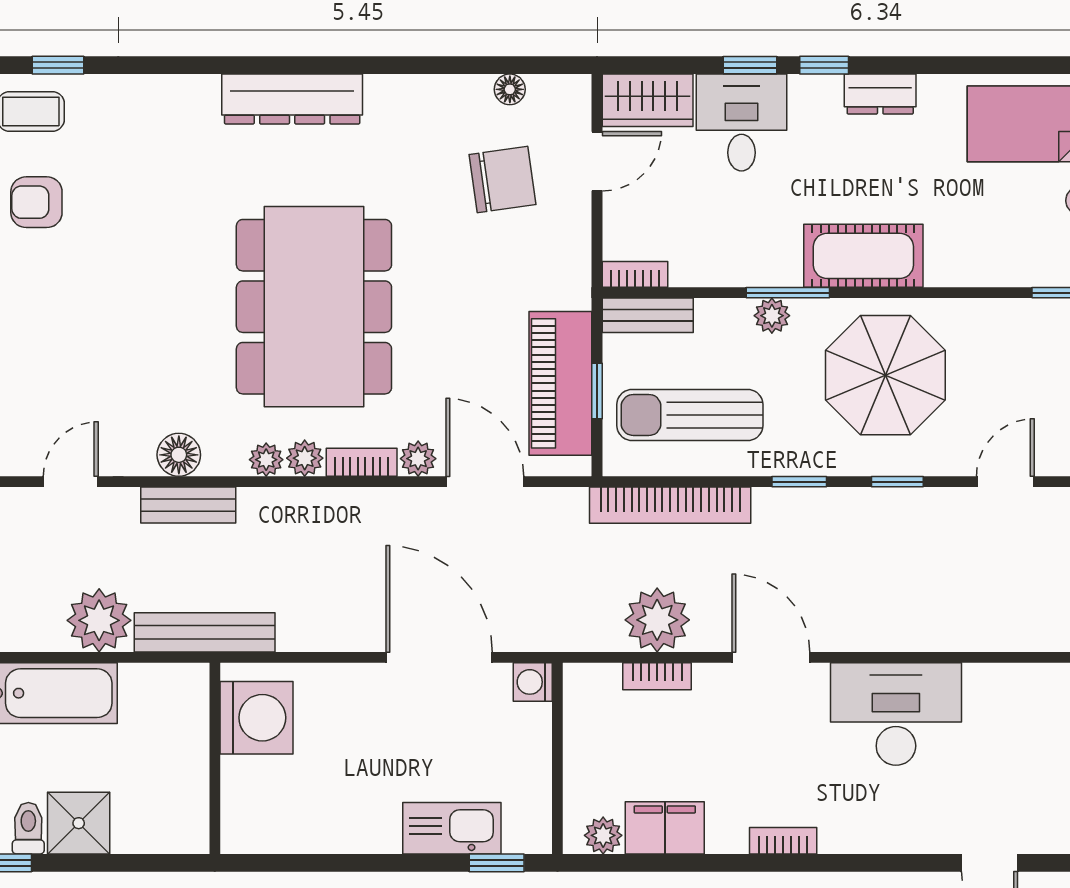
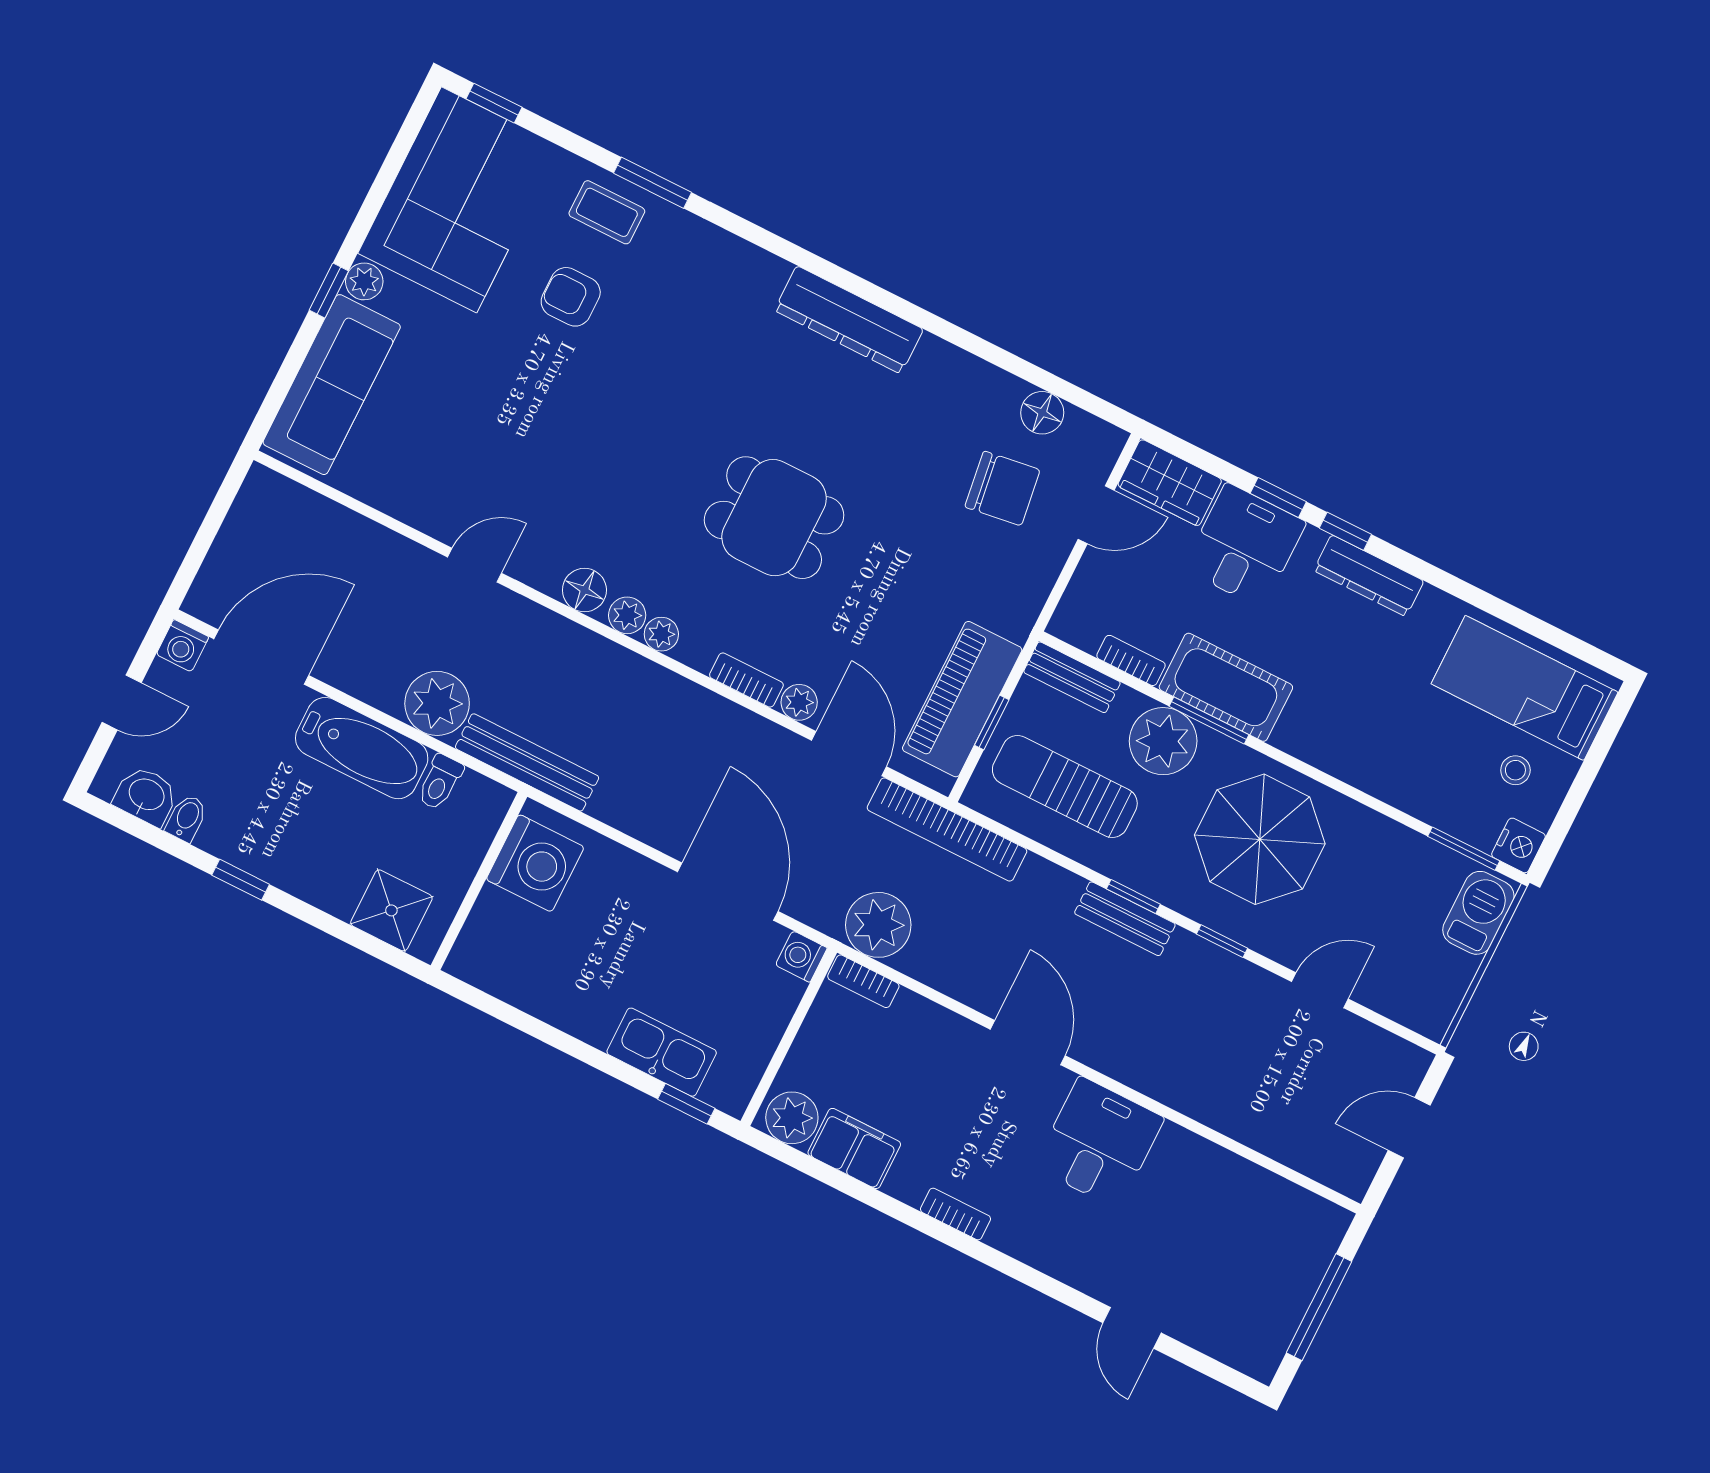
window: (58, 65) -> (652, 183), width x1.50
floor lamp: (510, 89) -> (1042, 413), width x1.37, depth x1.37
dresser: (880, 94) -> (1369, 576), width x1.44
cot: (863, 256) -> (1226, 687), moved
bookcase: (635, 274) -> (1131, 660), moved
dining table: (314, 307) -> (774, 518), width x0.53, depth x0.80
plant: (772, 316) -> (1163, 741), width x1.87, depth x1.87
plant: (305, 458) -> (627, 615), moved
bench: (188, 505) -> (1125, 919), moved
bookcase: (670, 505) -> (947, 829), moved
plant: (657, 620) -> (878, 925), moved
bookcase: (657, 676) -> (863, 981), moved
desk: (896, 714) -> (1099, 1143), width x0.73
shower: (79, 823) -> (391, 910), moved
toilet: (28, 828) -> (440, 782), moved, turned 180
plant: (603, 835) -> (792, 1118), width x1.38, depth x1.38

